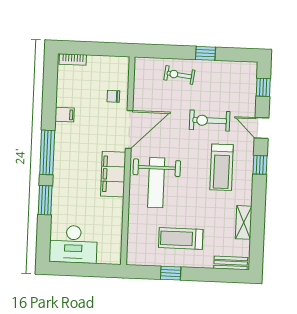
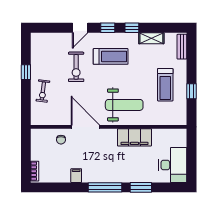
window: (263, 87) -> (132, 28), moved
filing cabinet: (113, 174) -> (134, 137), moved

